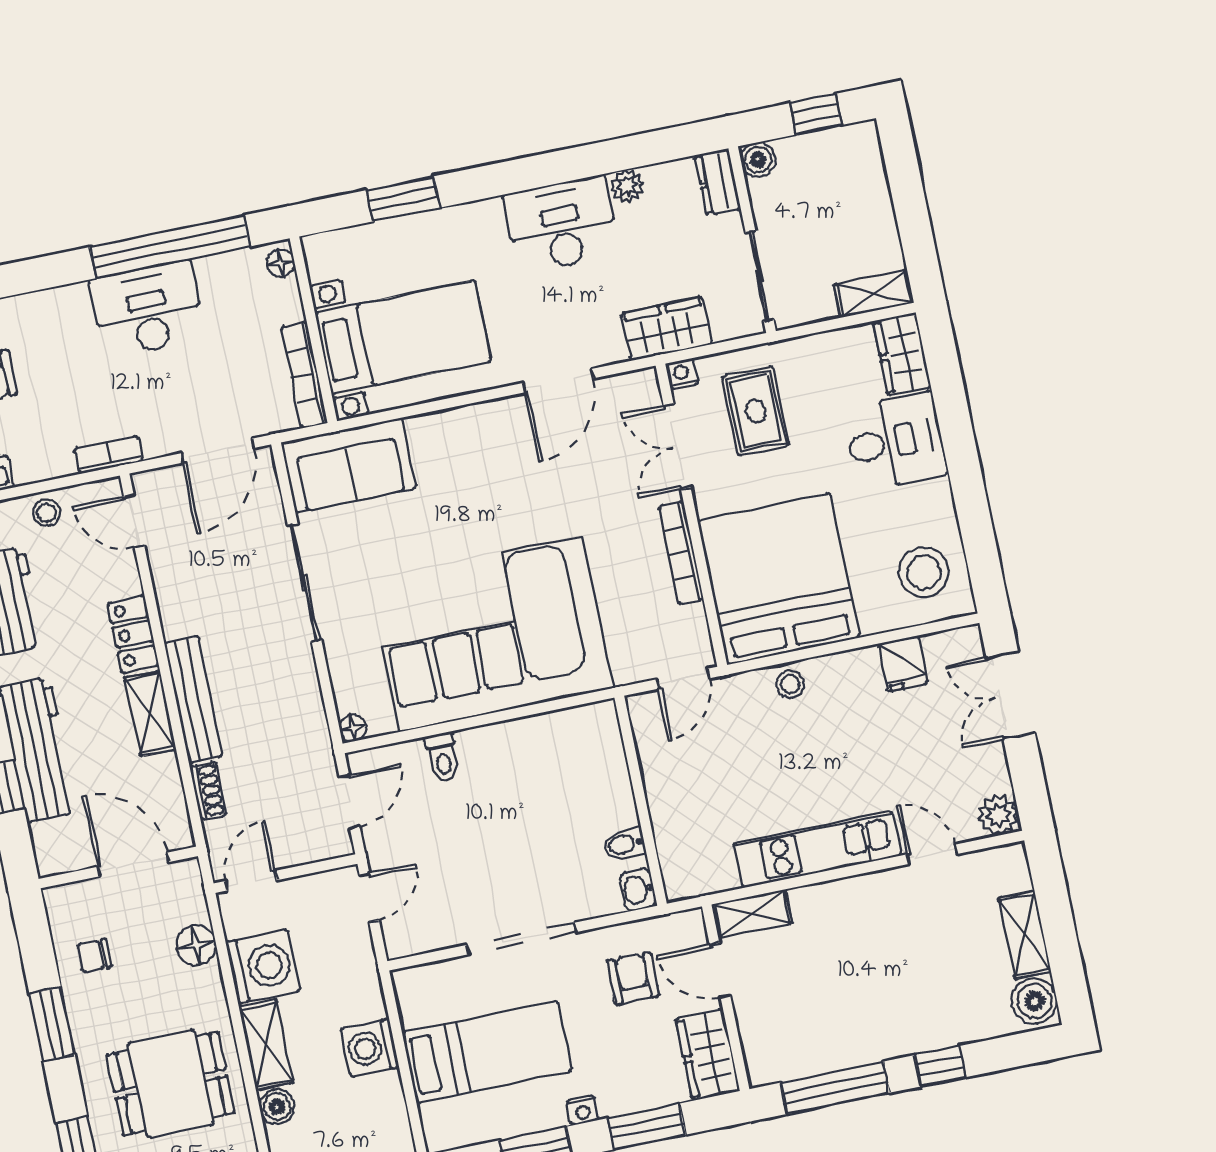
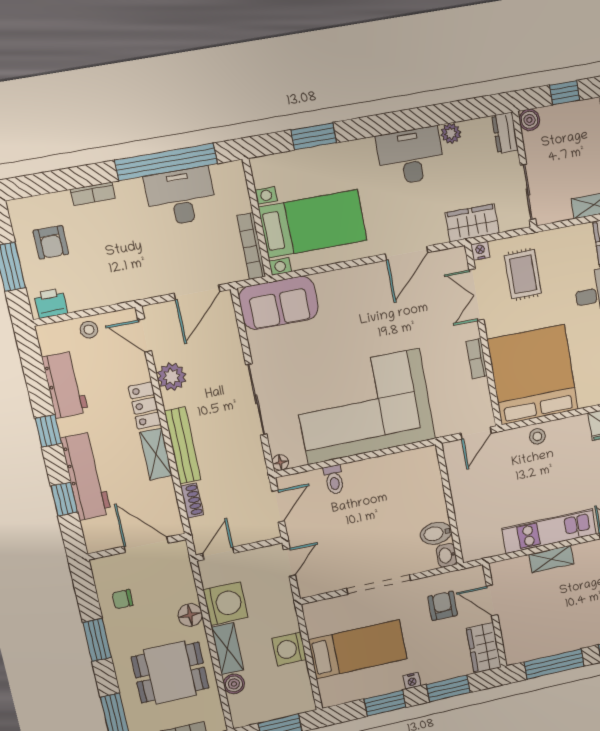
floor lamp: (281, 263) -> (237, 175), removed
desk: (148, 309) -> (181, 197), moved
bookcase: (109, 455) -> (93, 194), moved, turned 180
bookcase: (681, 553) -> (477, 359), width x0.64
sliding door: (305, 583) -> (256, 400), moved
plant: (176, 587) -> (172, 377), added
bidet: (624, 844) -> (436, 533), width x1.38, depth x1.36
shelving: (752, 913) -> (551, 559), moved
floor lamp: (196, 945) -> (190, 615), moved

